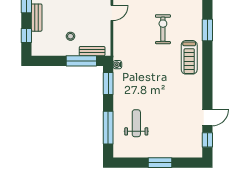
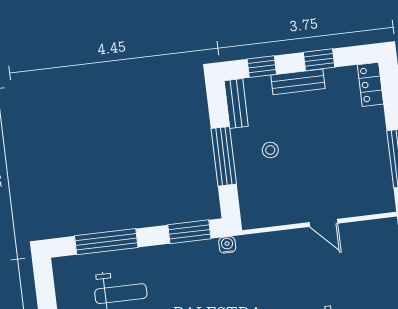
bench: (92, 51) -> (236, 103), moved
window: (81, 61) -> (224, 156), moved

